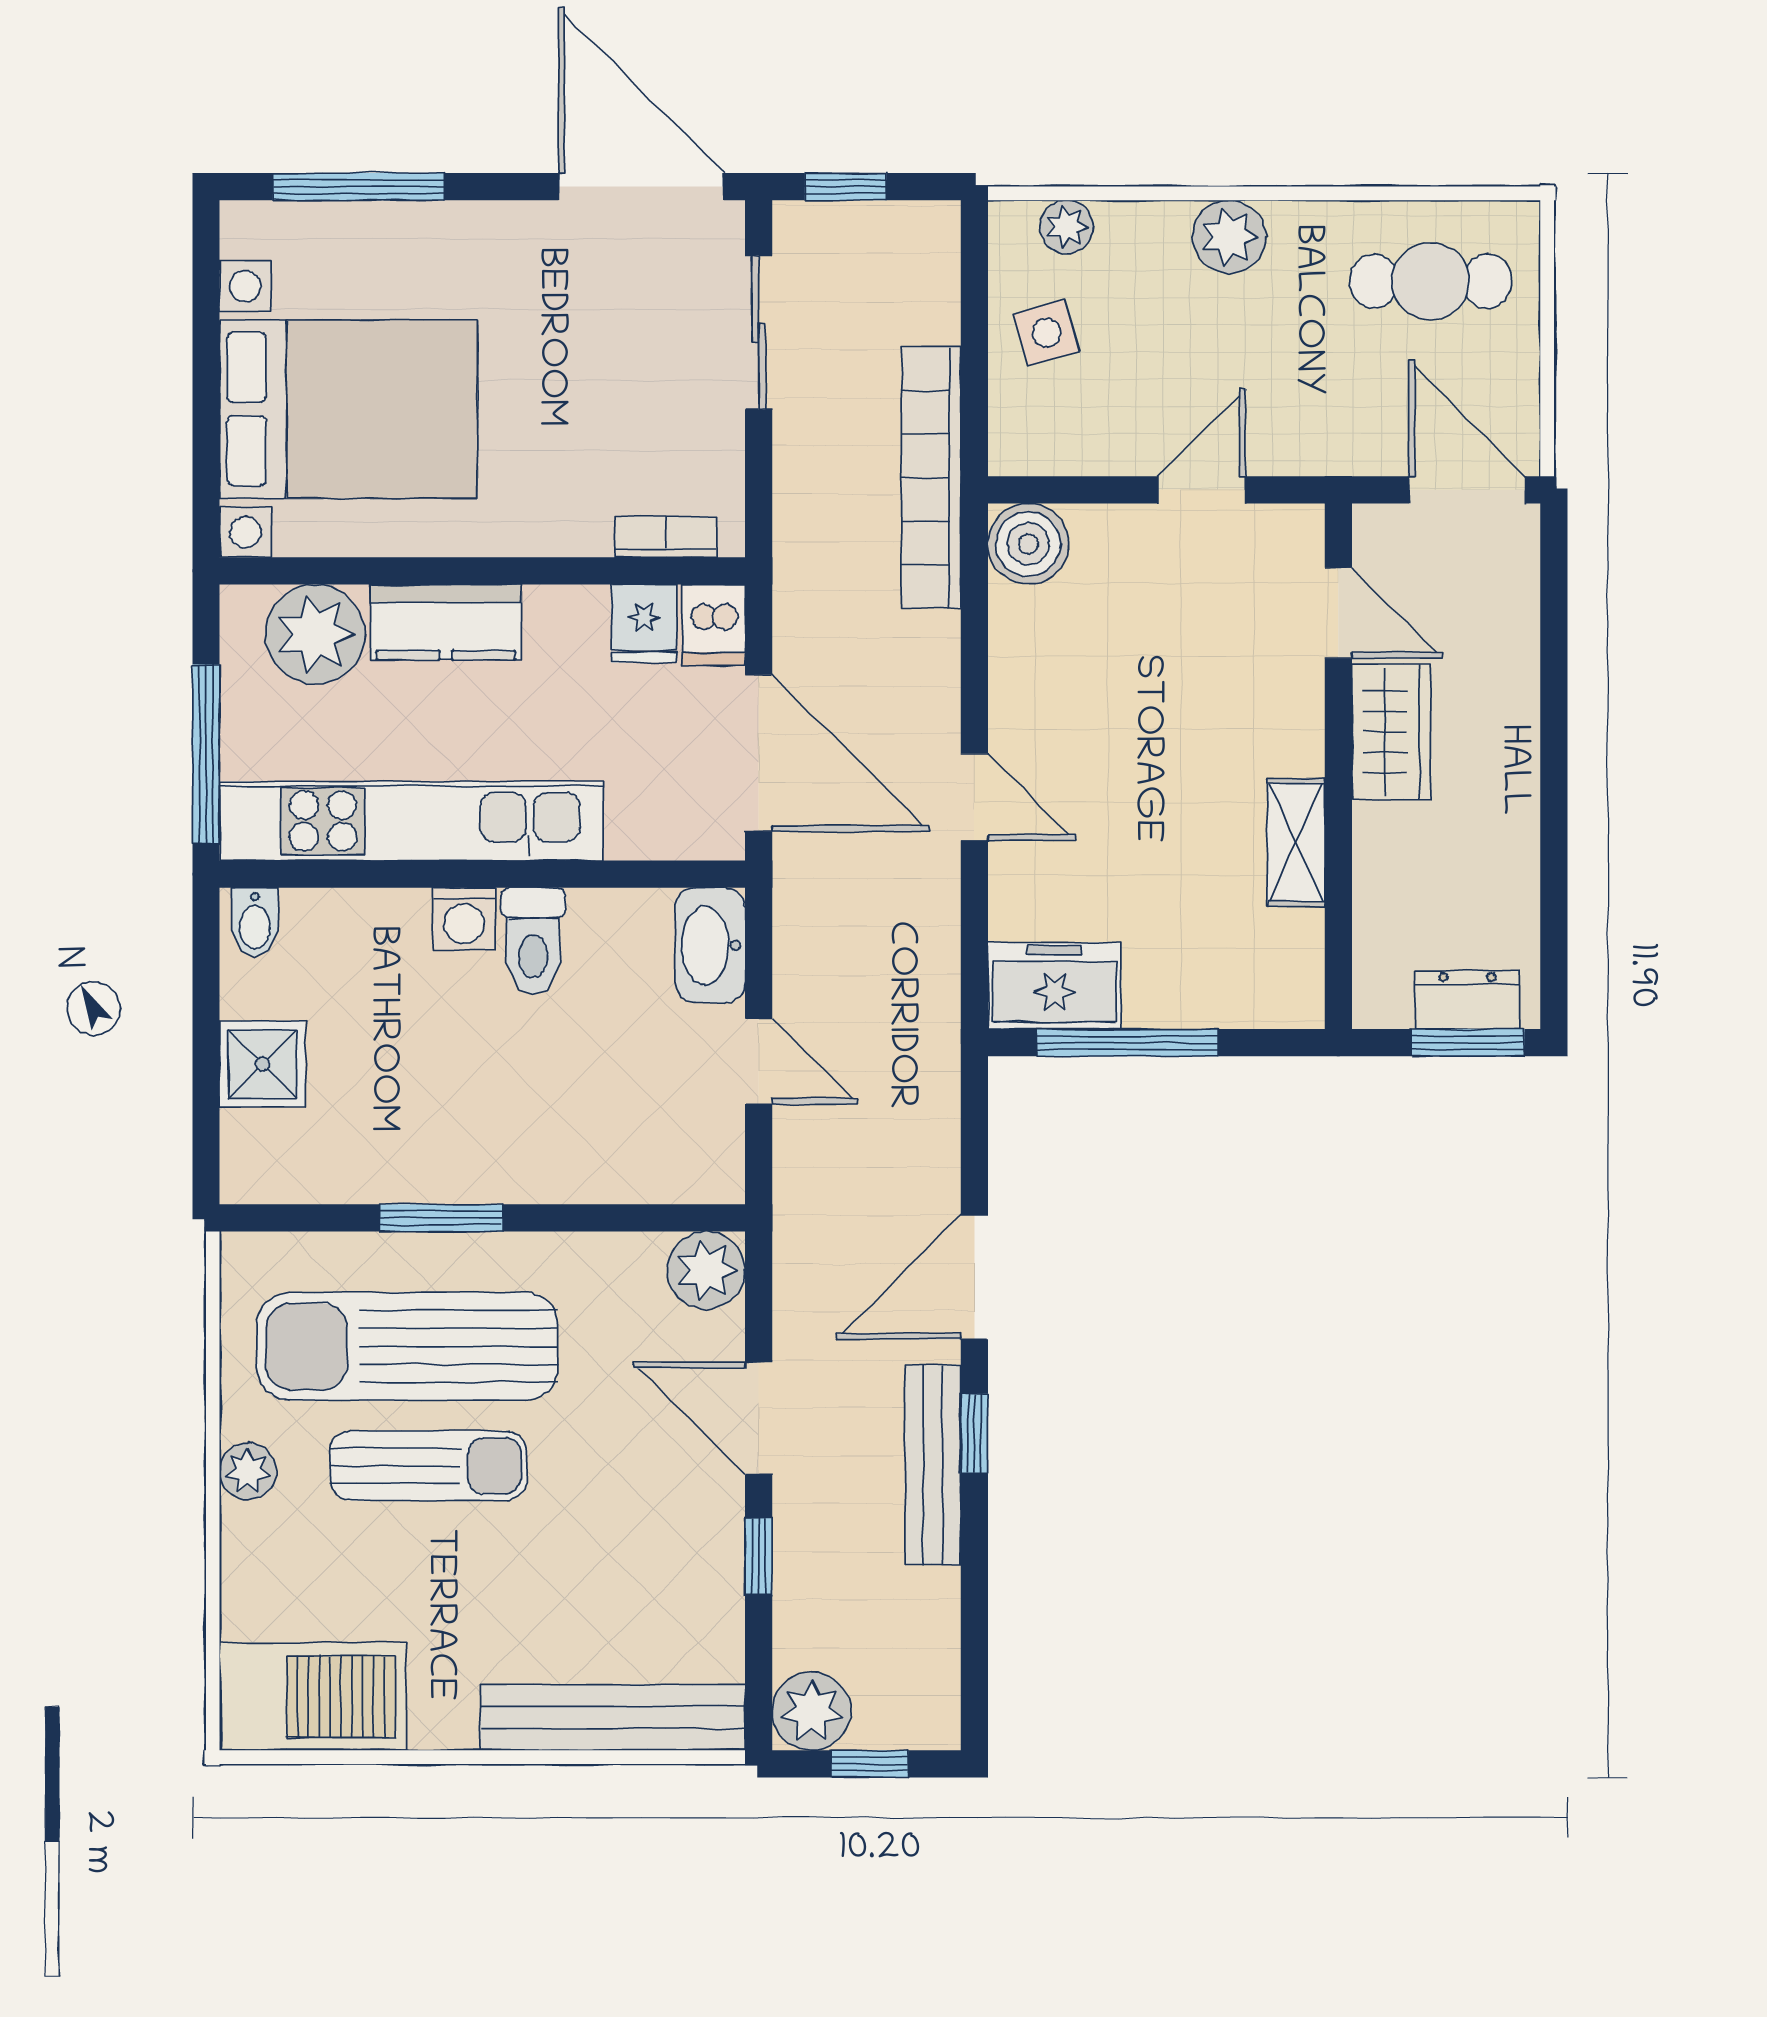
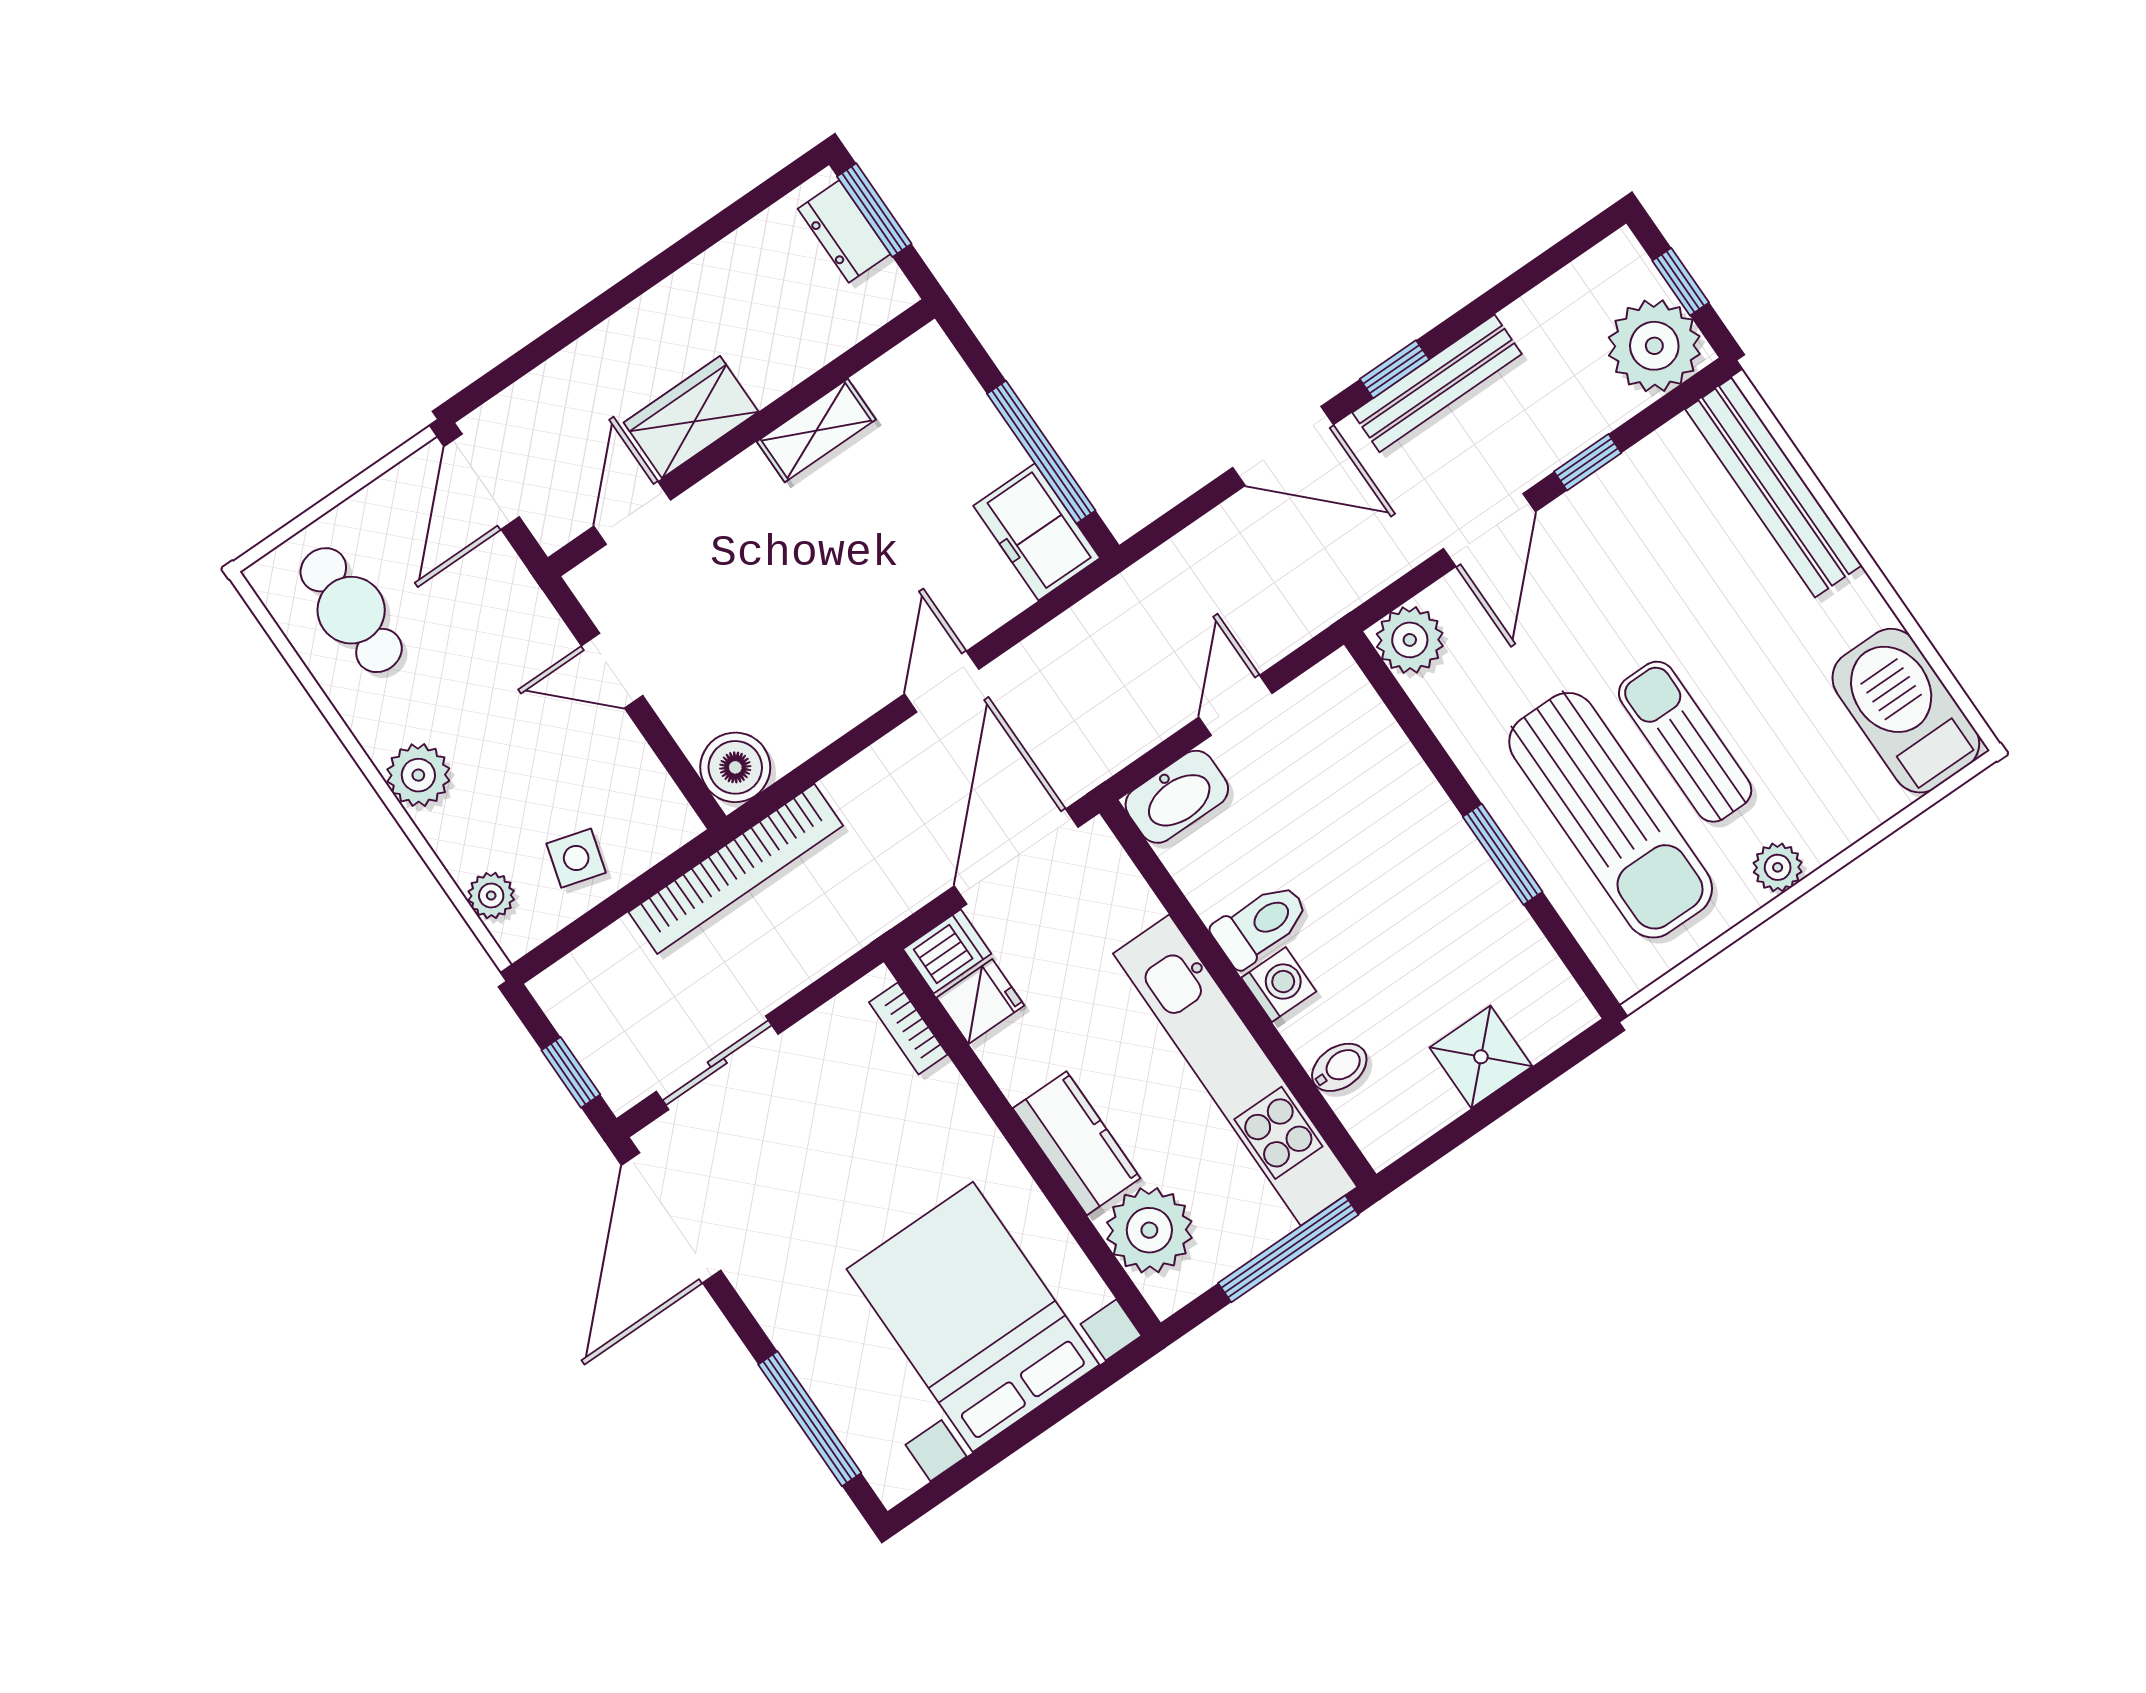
side table: (1046, 333) -> (576, 858), turned 32
bidet: (255, 922) -> (1339, 1067), moved
plant: (812, 1711) -> (1654, 346), width x1.36, depth x1.36

